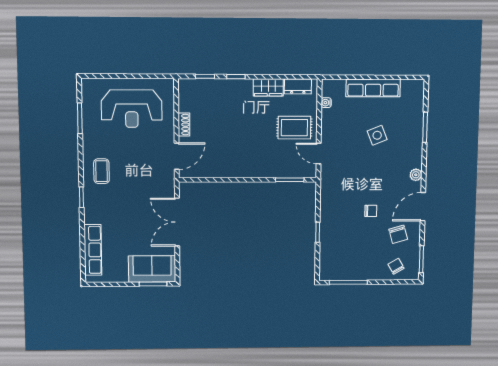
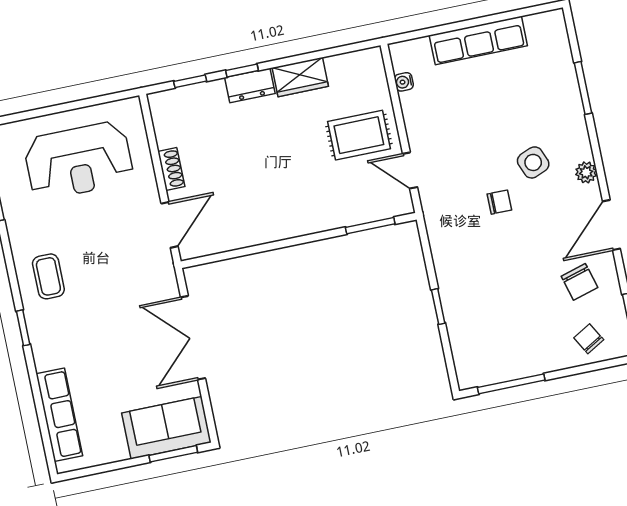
dresser: (298, 86) -> (250, 86), moved
side table: (377, 135) -> (533, 162), moved
chair: (371, 211) -> (499, 202), moved

